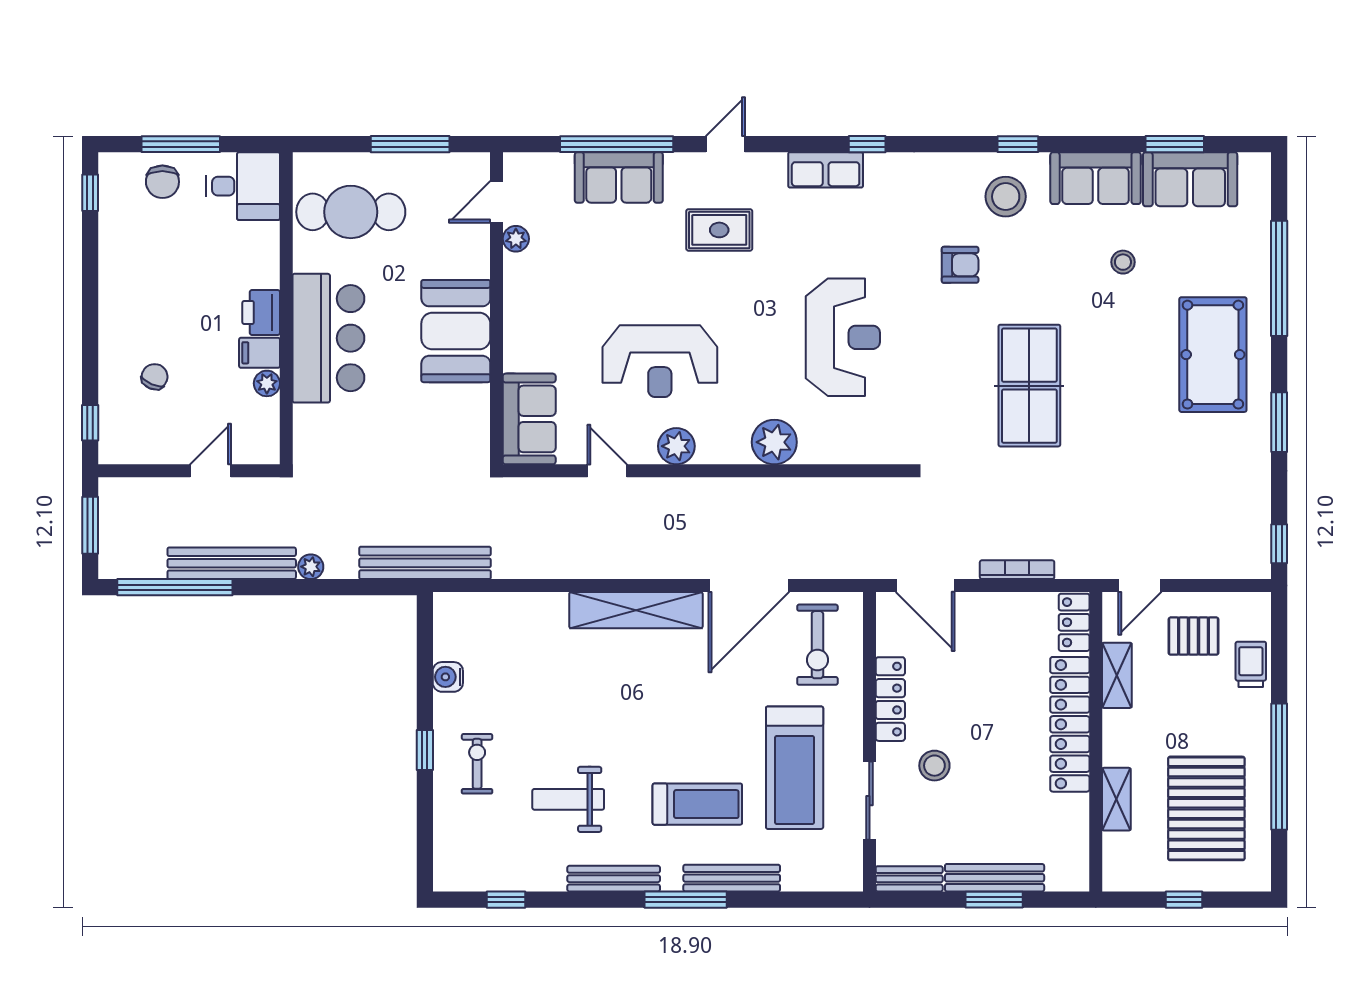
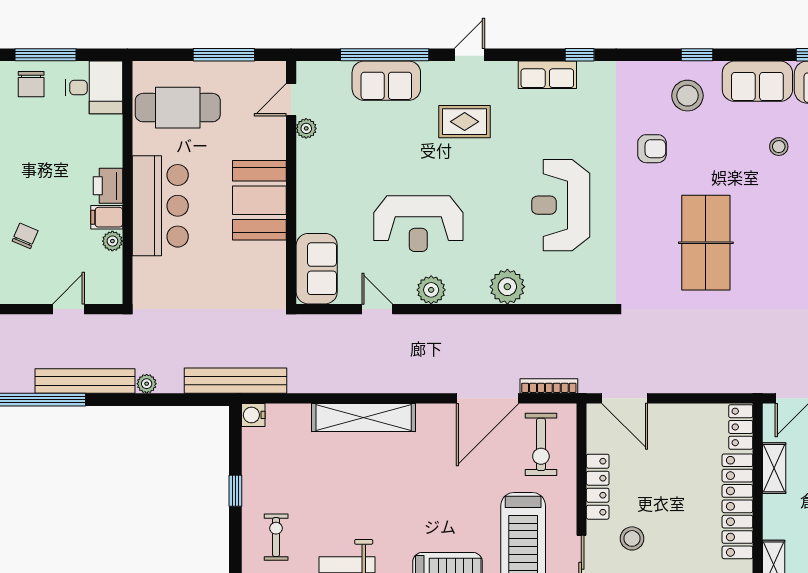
reception desk: (843, 337) -> (561, 205), turned 180
bookcase: (1017, 570) -> (549, 386), moved
shelving: (636, 610) -> (364, 417), moved
water cooler: (448, 677) -> (253, 415), moved
window: (425, 750) -> (235, 491), moved

